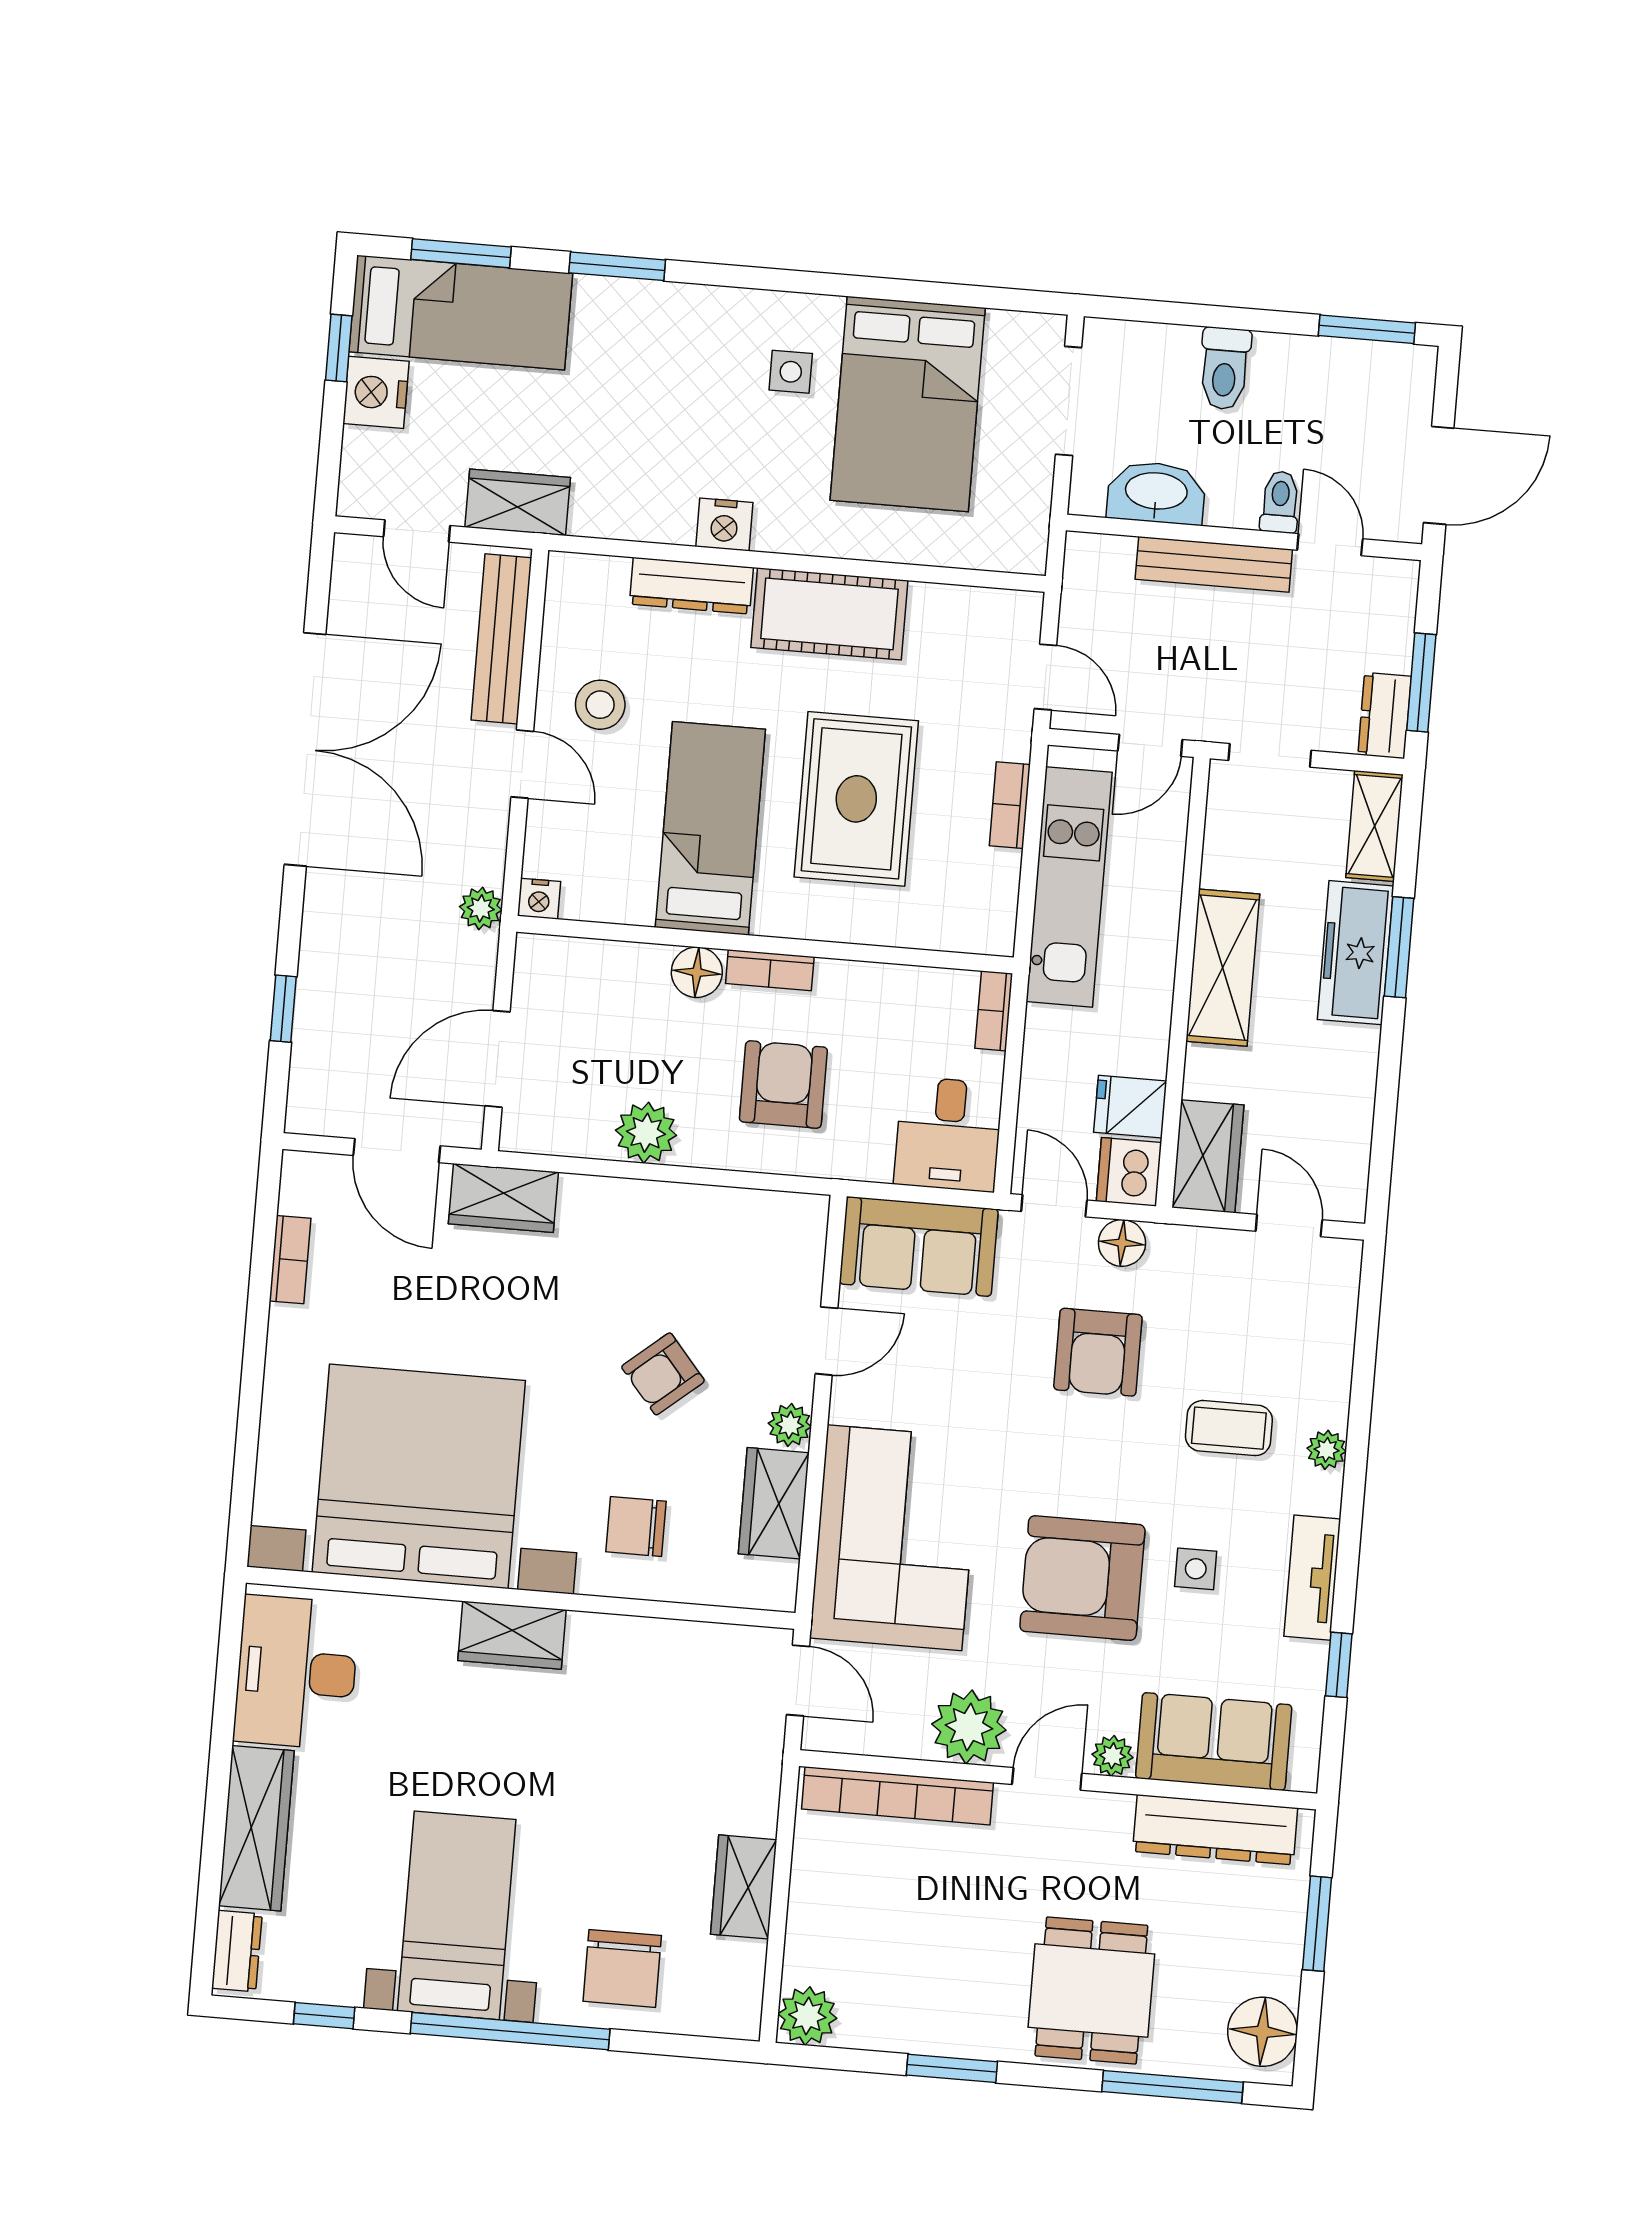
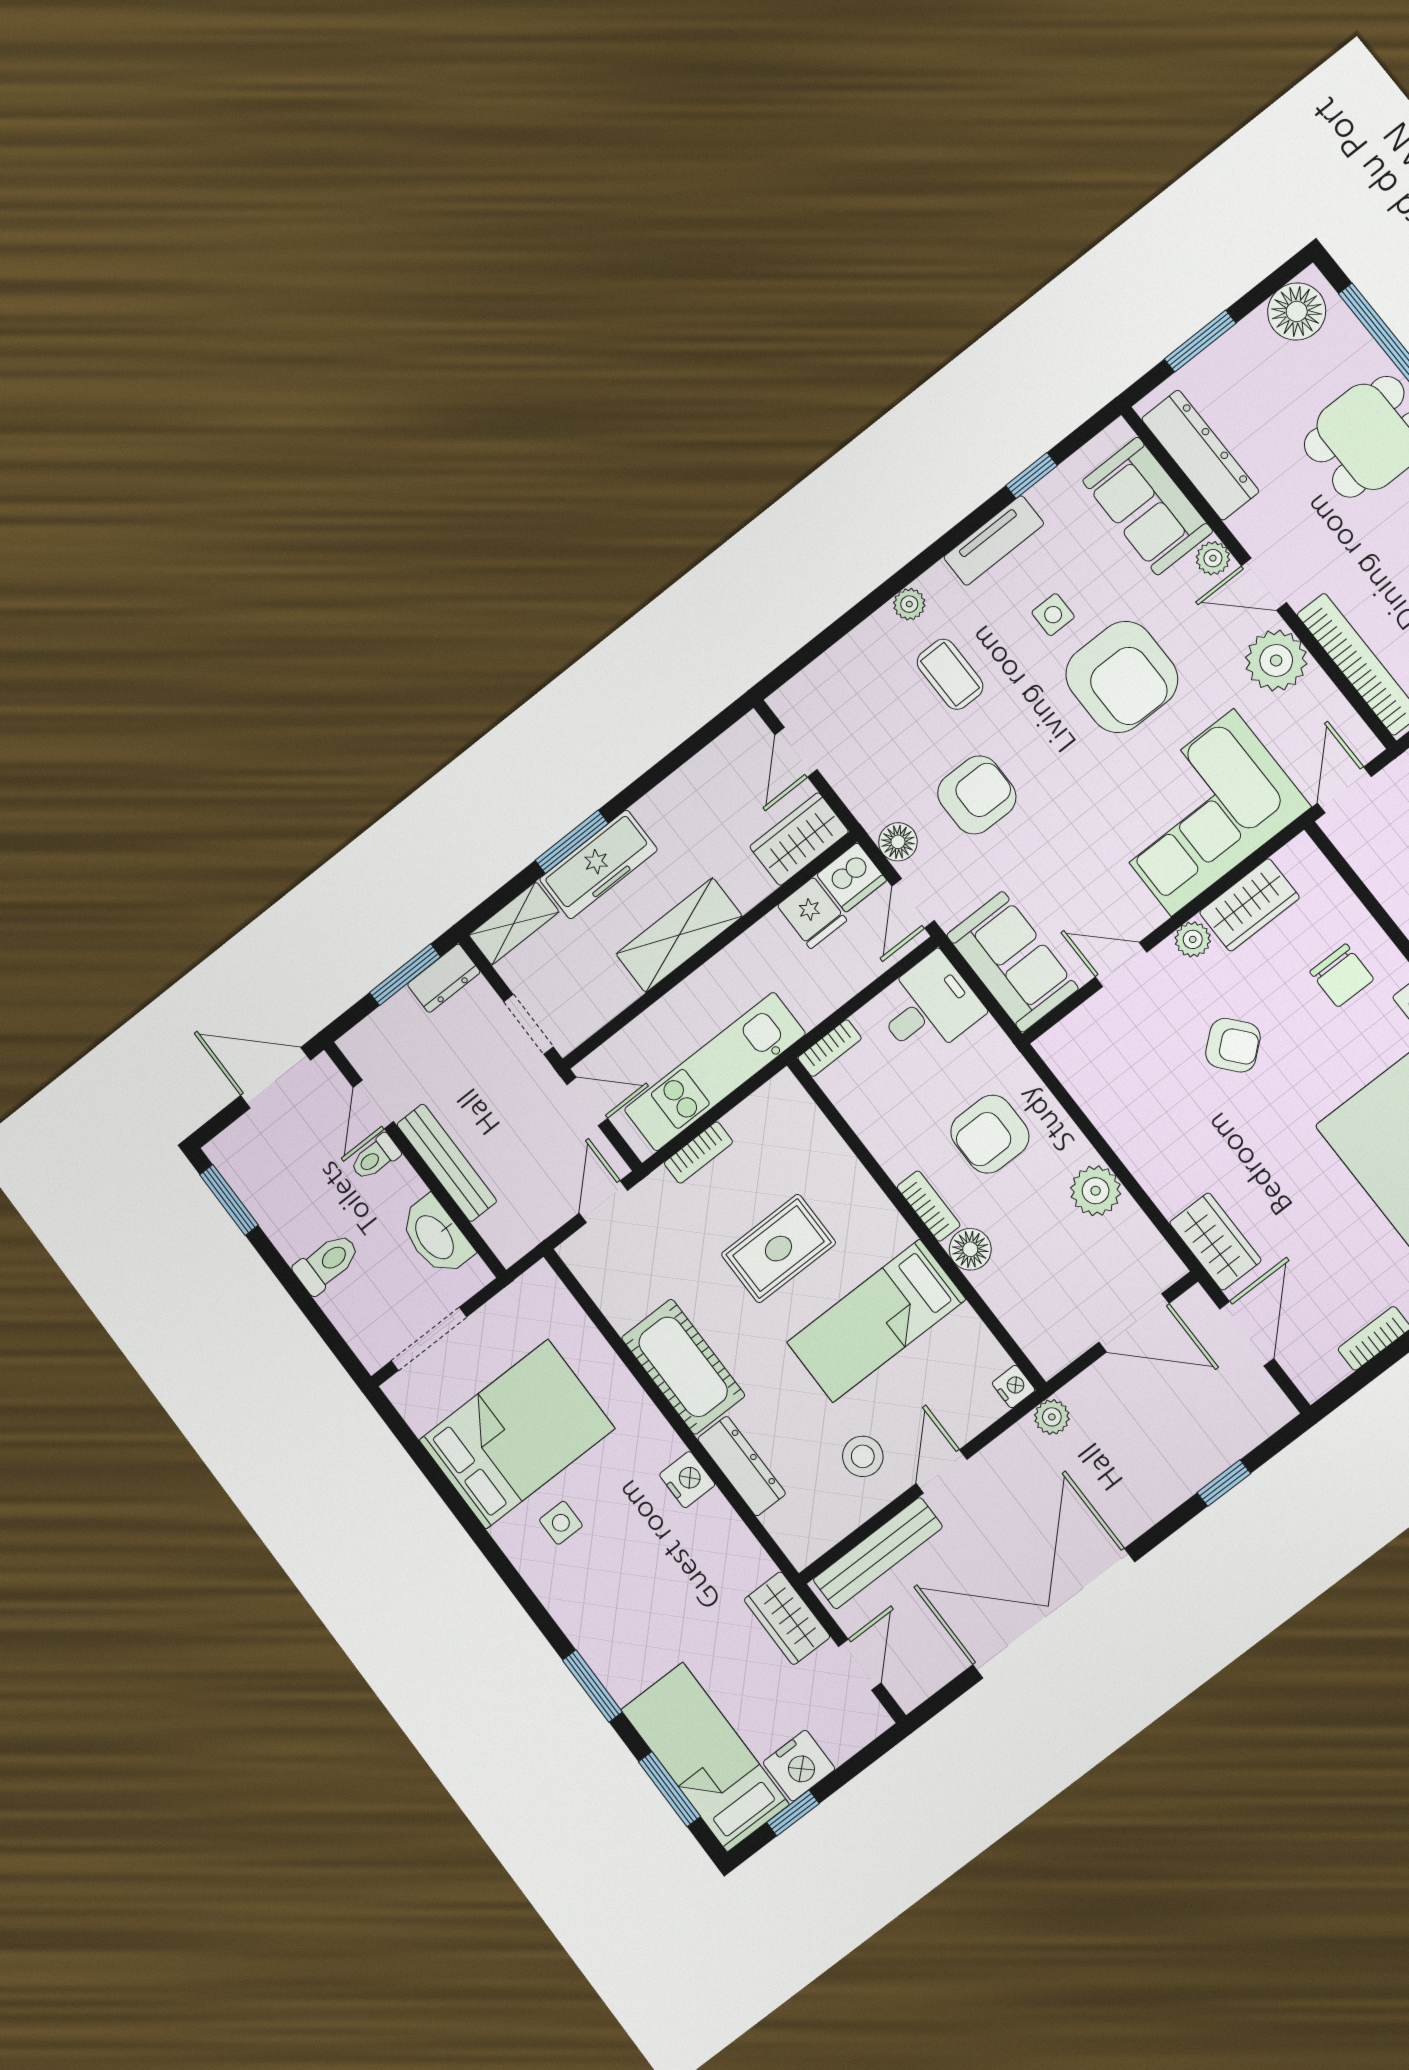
rug: (856, 799) -> (778, 1249), width x0.73, depth x0.70

